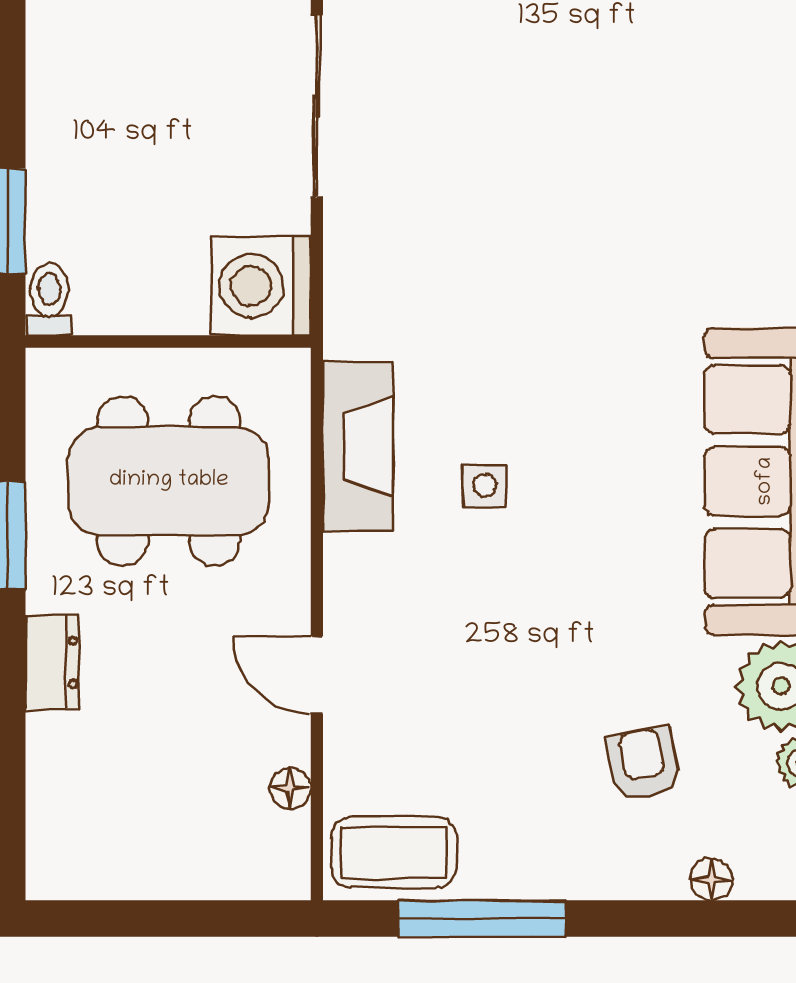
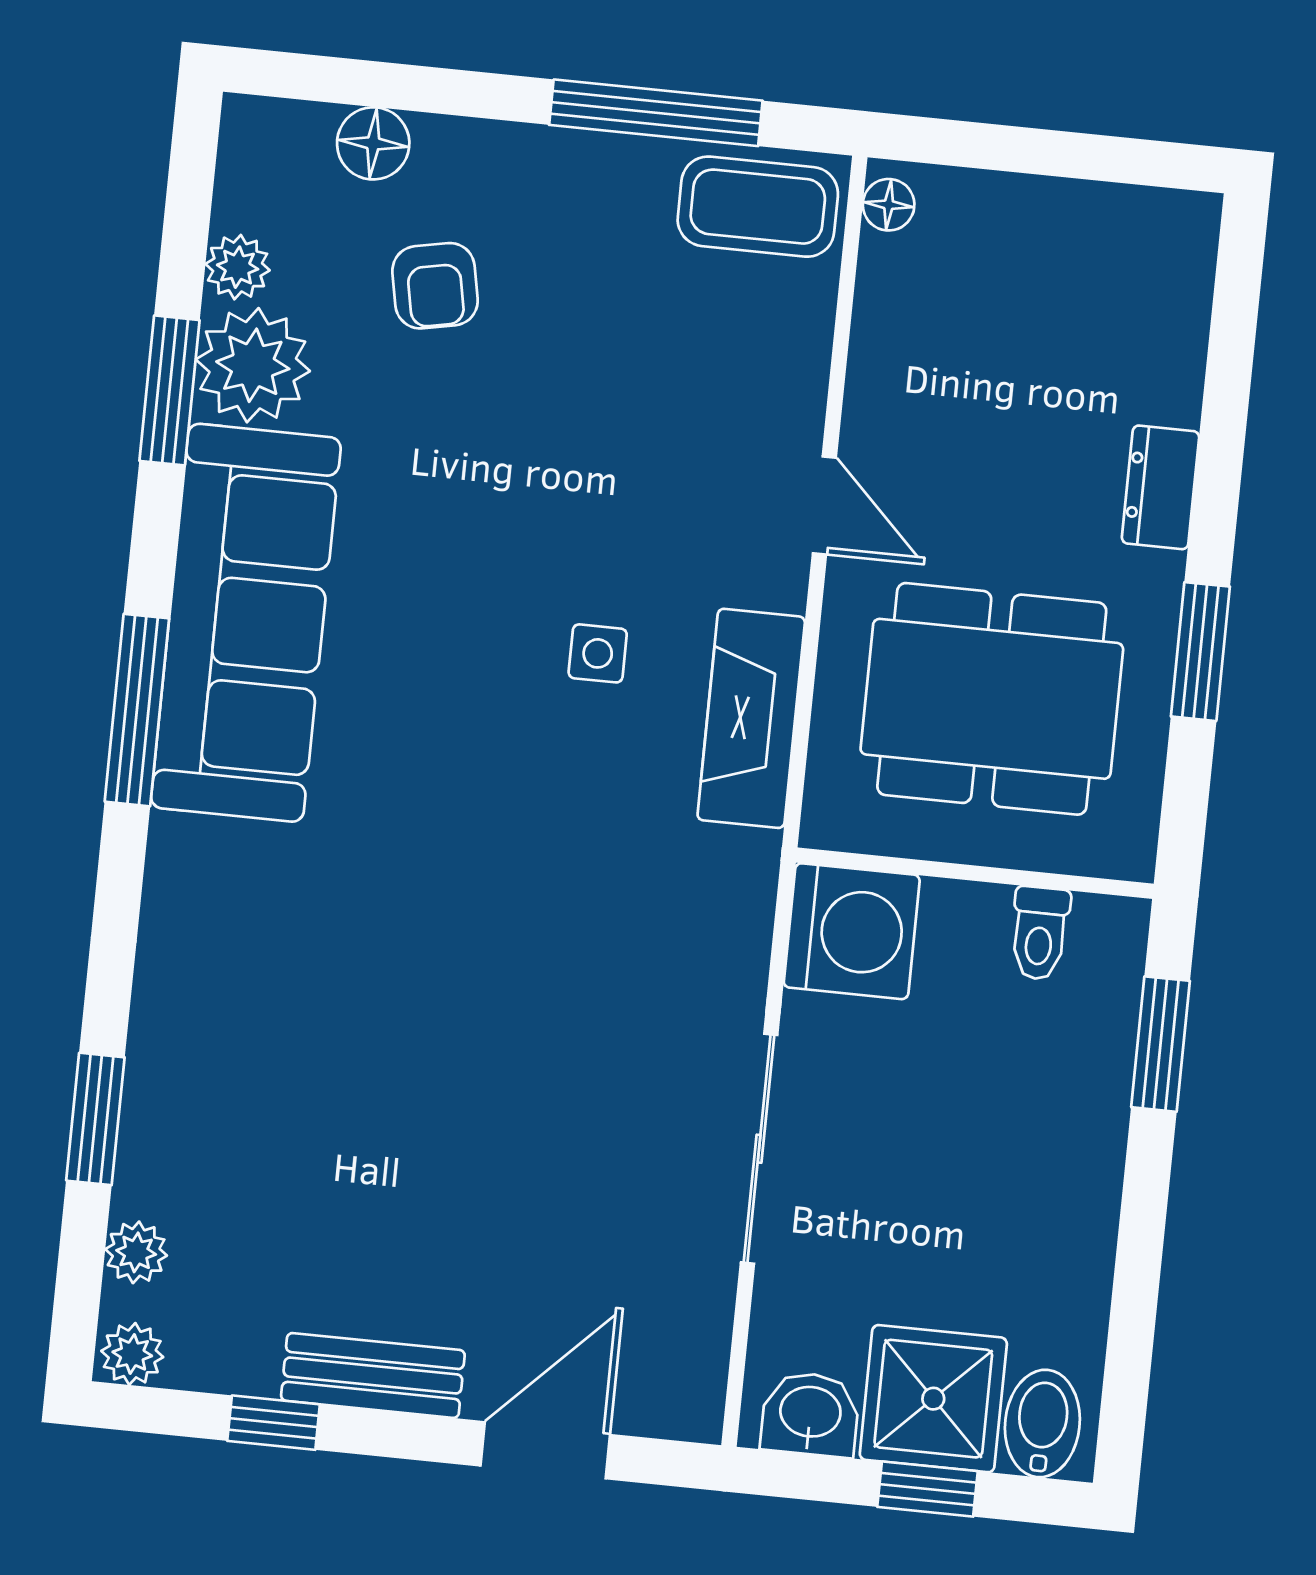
toilet: (49, 299) -> (1040, 933), moved
door: (317, 675) -> (824, 506), moved
floor lamp: (290, 788) -> (889, 205), moved
floor lamp: (711, 879) -> (373, 143), width x1.37, depth x1.37

